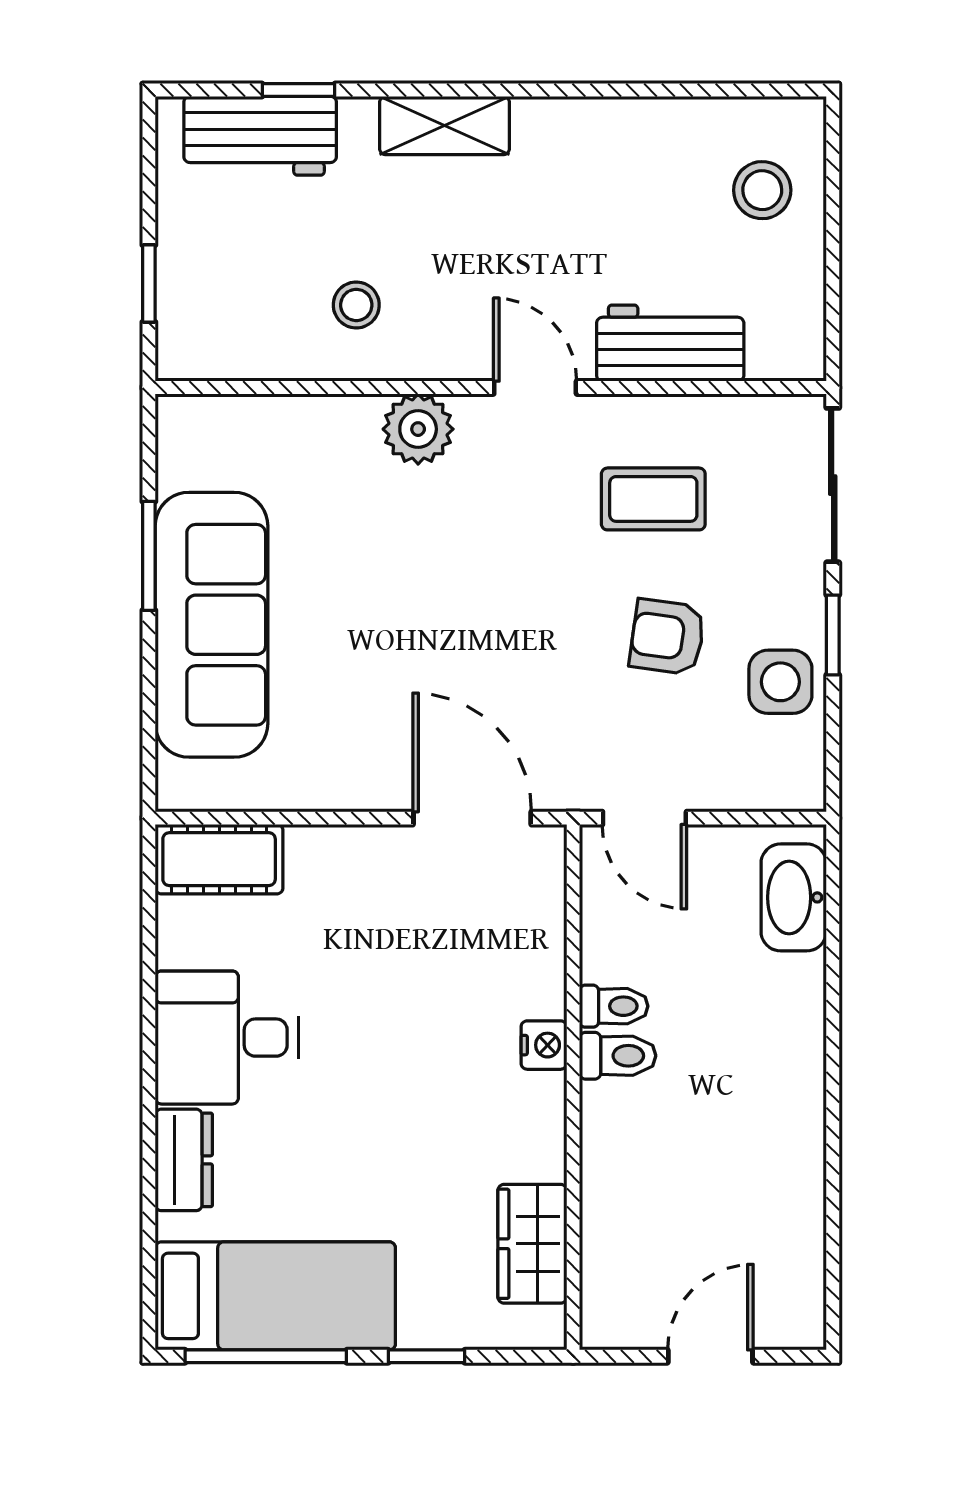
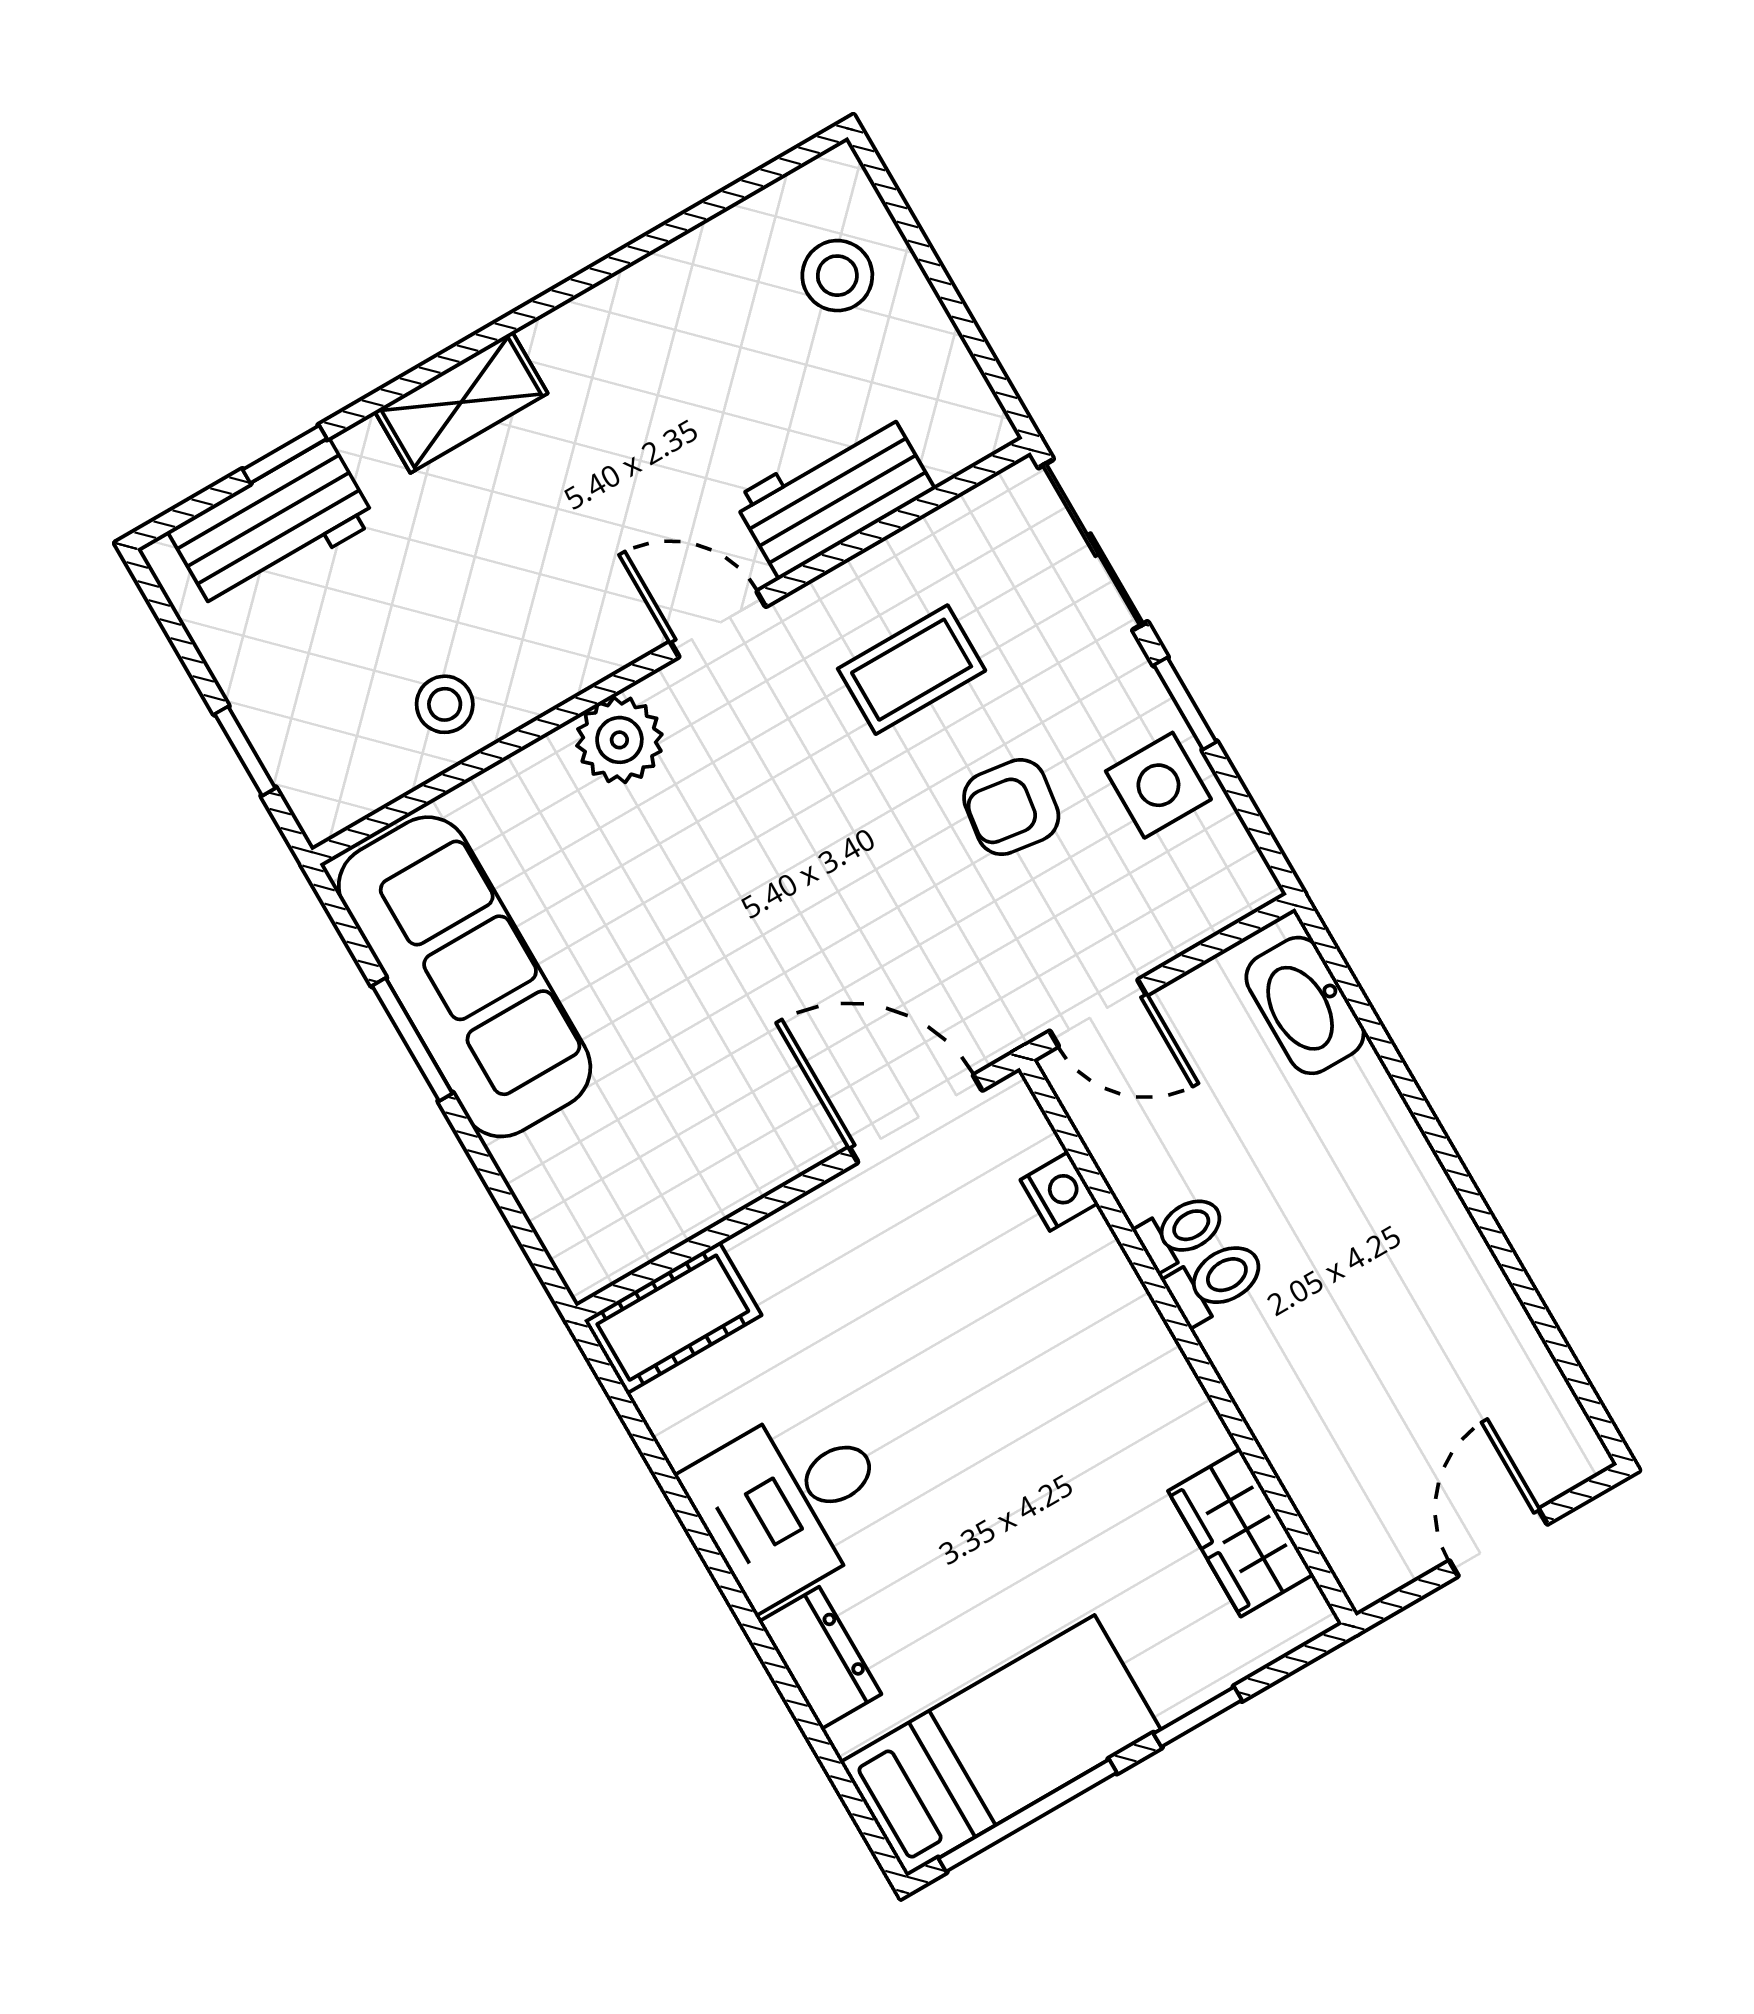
stool: (356, 305) -> (445, 704), moved
sofa: (212, 625) -> (465, 977), moved
nightstand: (544, 1045) -> (1059, 1191), moved

